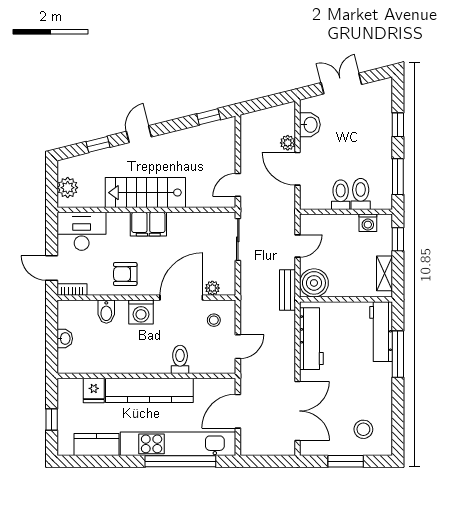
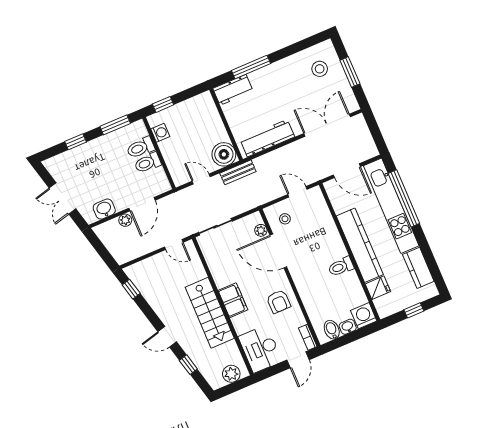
shelving: (384, 273) -> (194, 104), removed
bidet: (106, 312) -> (332, 330), moved, turned -90
washing machine: (141, 312) -> (364, 316), moved, turned -90
workbench: (381, 332) -> (233, 90), width x0.73
toilet: (180, 359) -> (341, 267), moved

